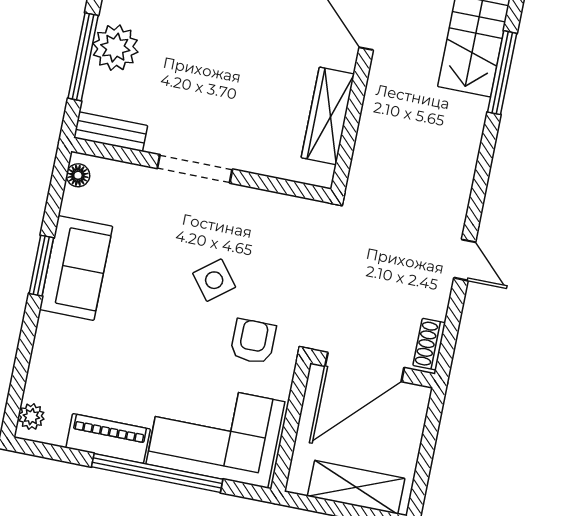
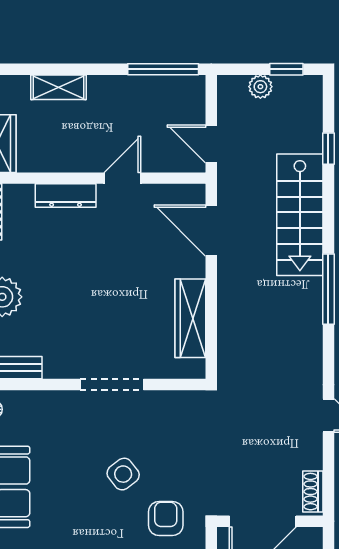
window: (502, 73) -> (328, 289), moved
doorway: (195, 169) -> (112, 385), moved

